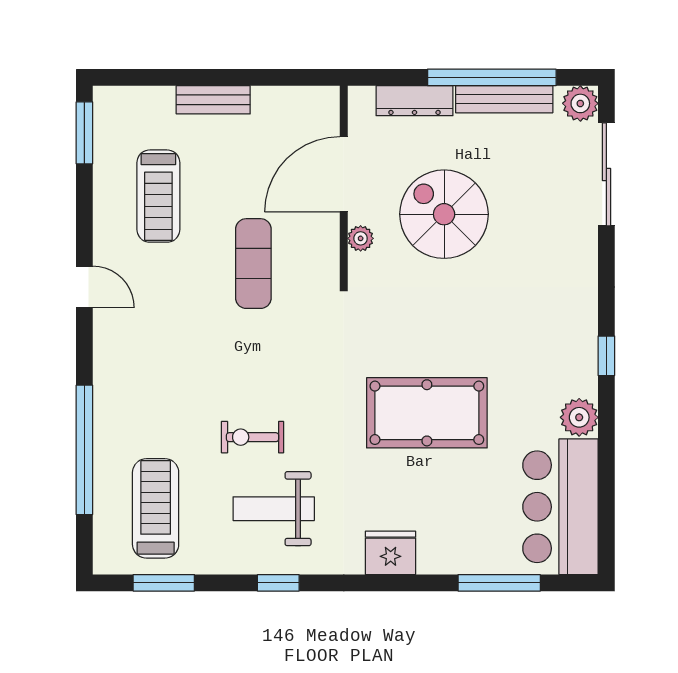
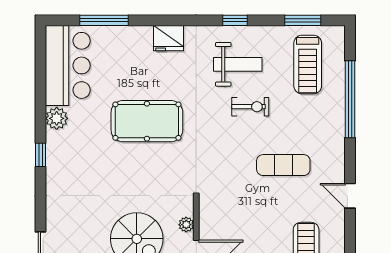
exercise mat: (253, 264) -> (283, 165), moved, turned 90

